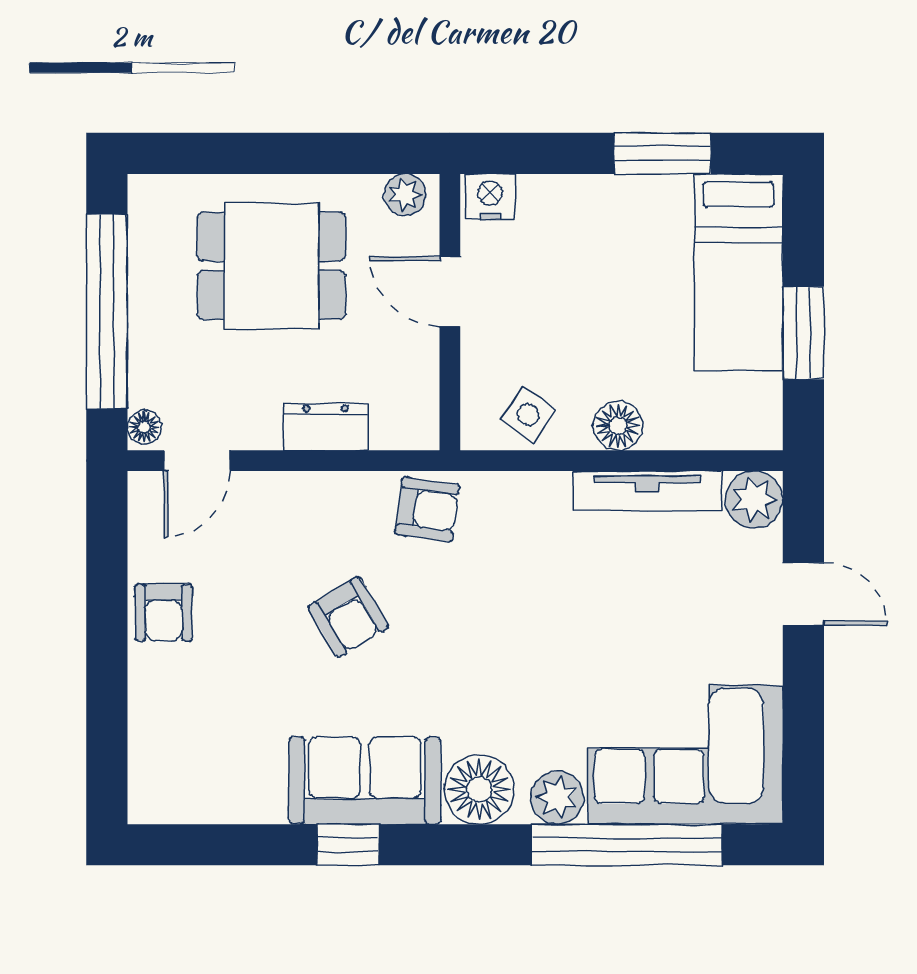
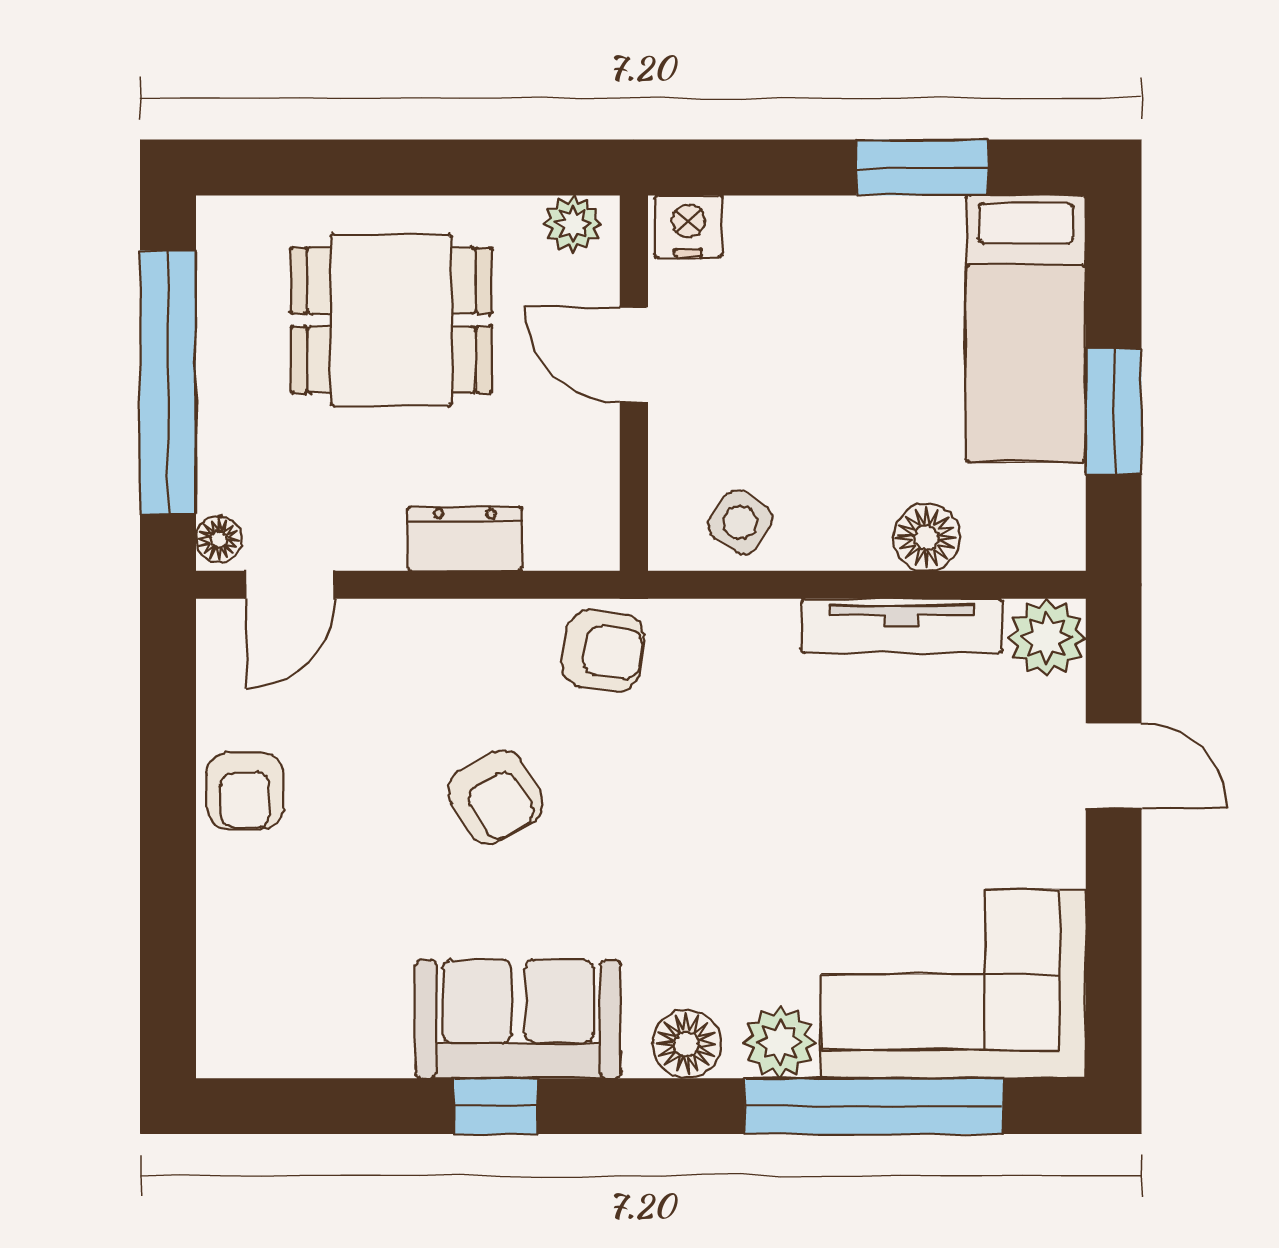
floor lamp: (618, 426) -> (926, 537), moved
floor lamp: (479, 789) -> (687, 1044), width x0.73, depth x0.73

